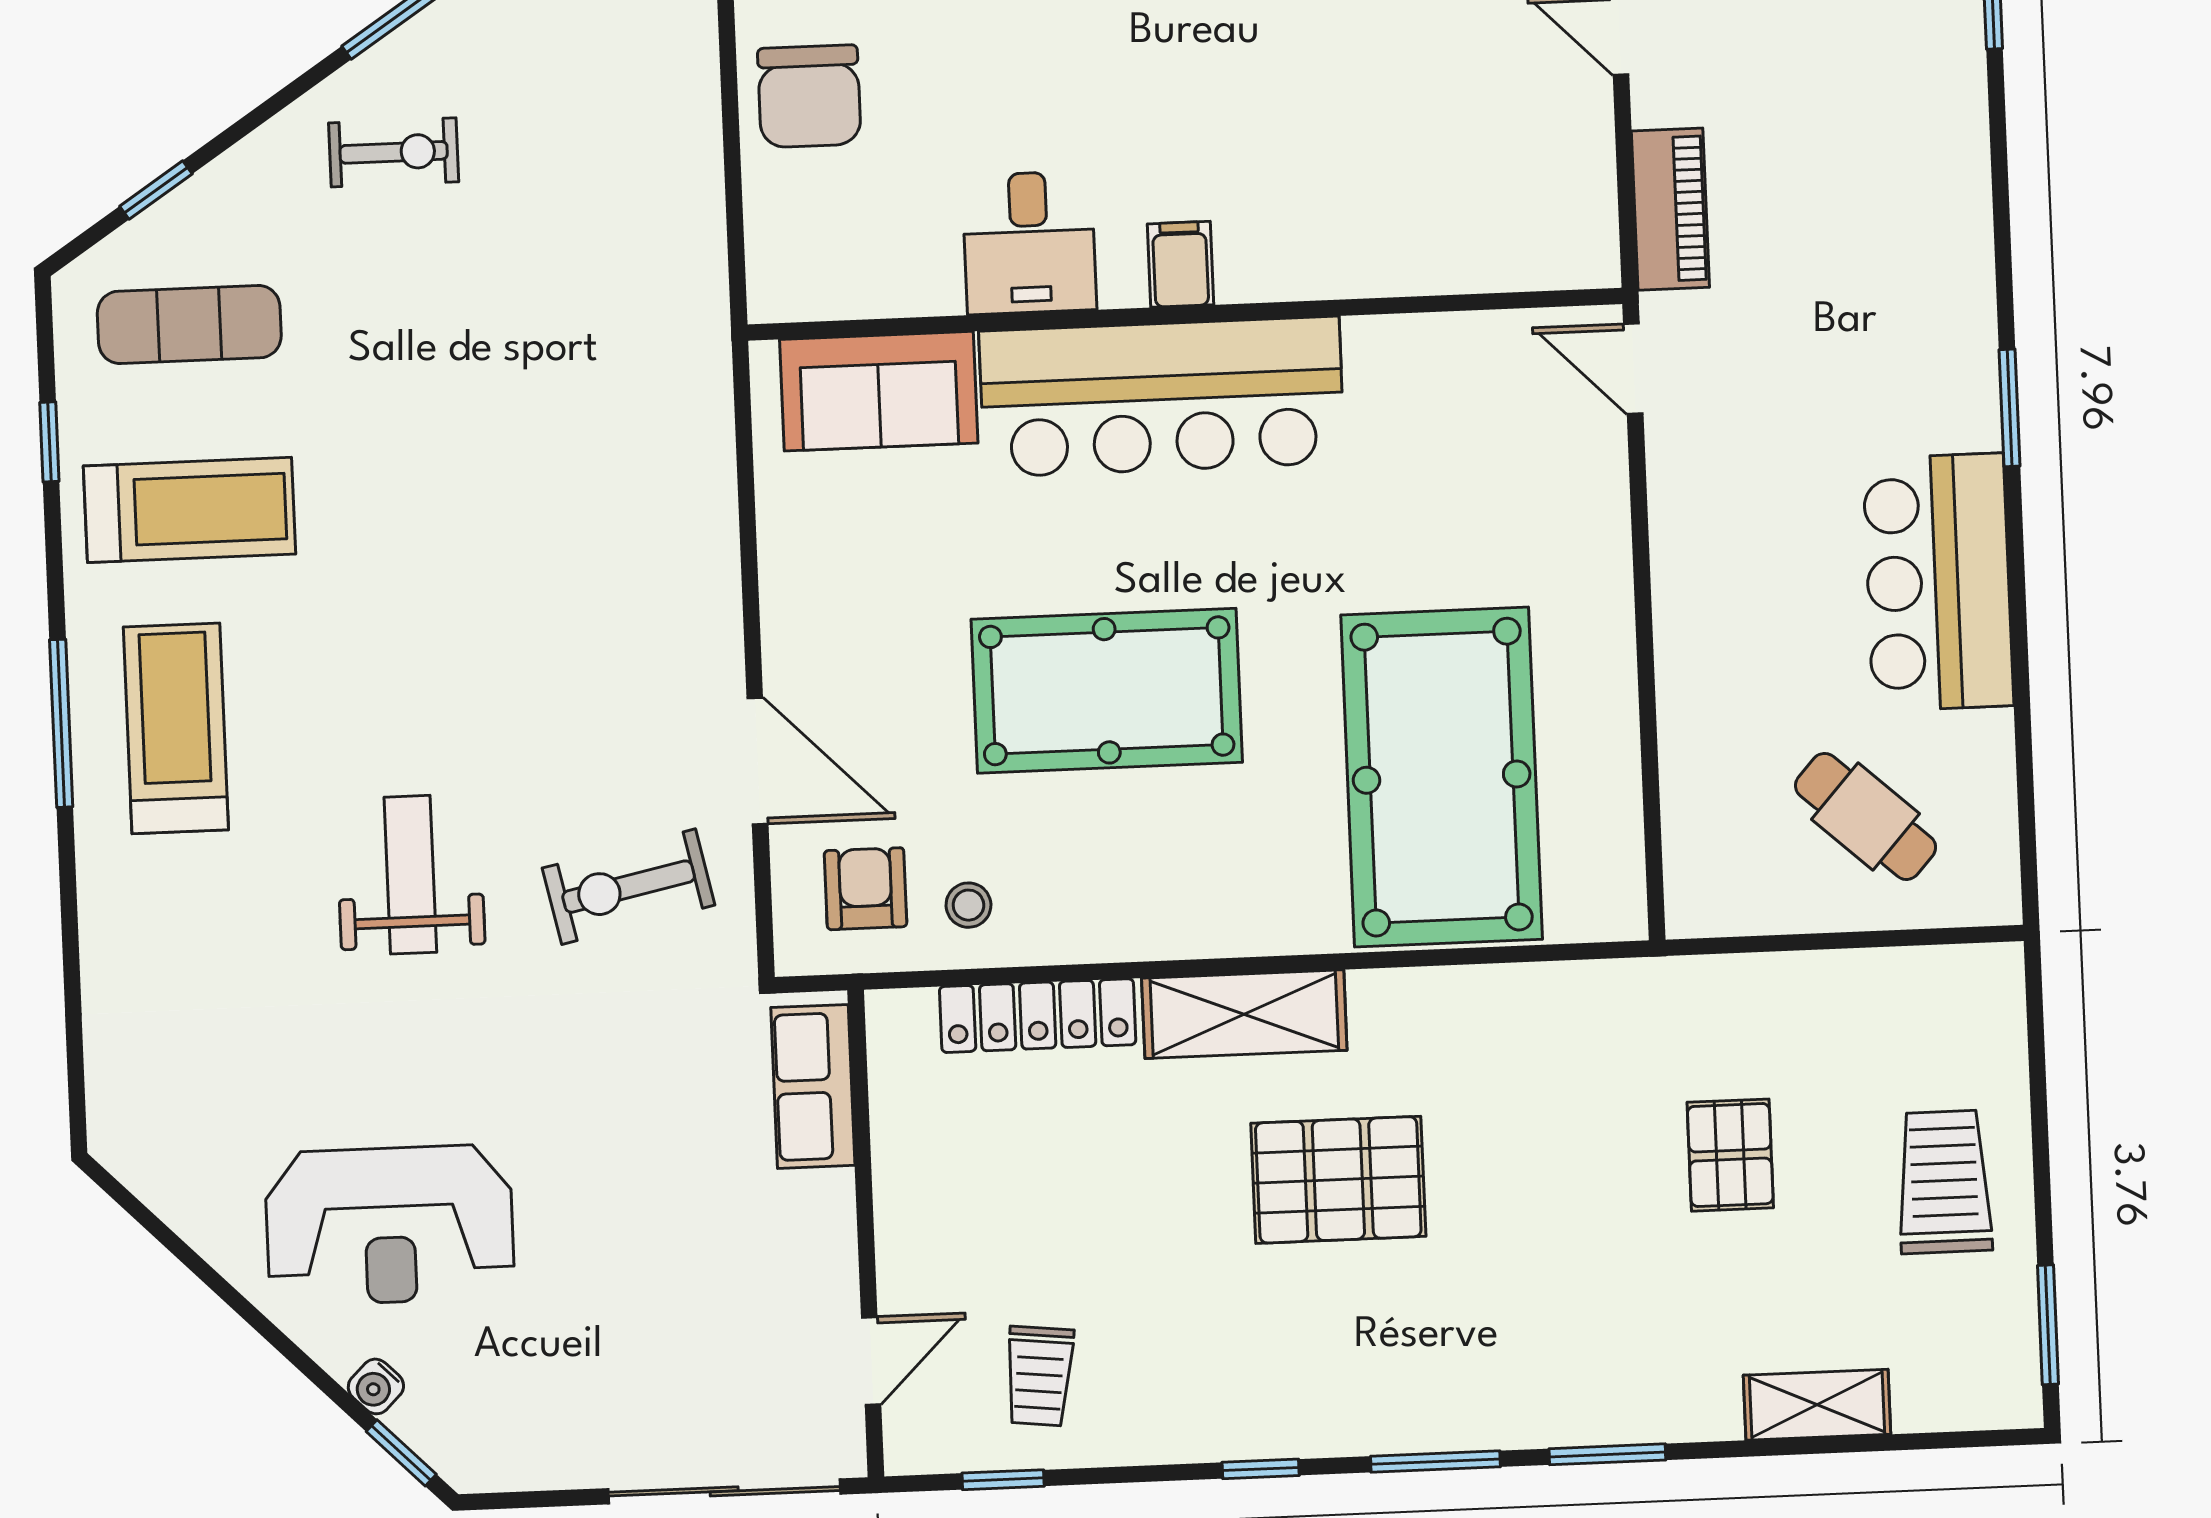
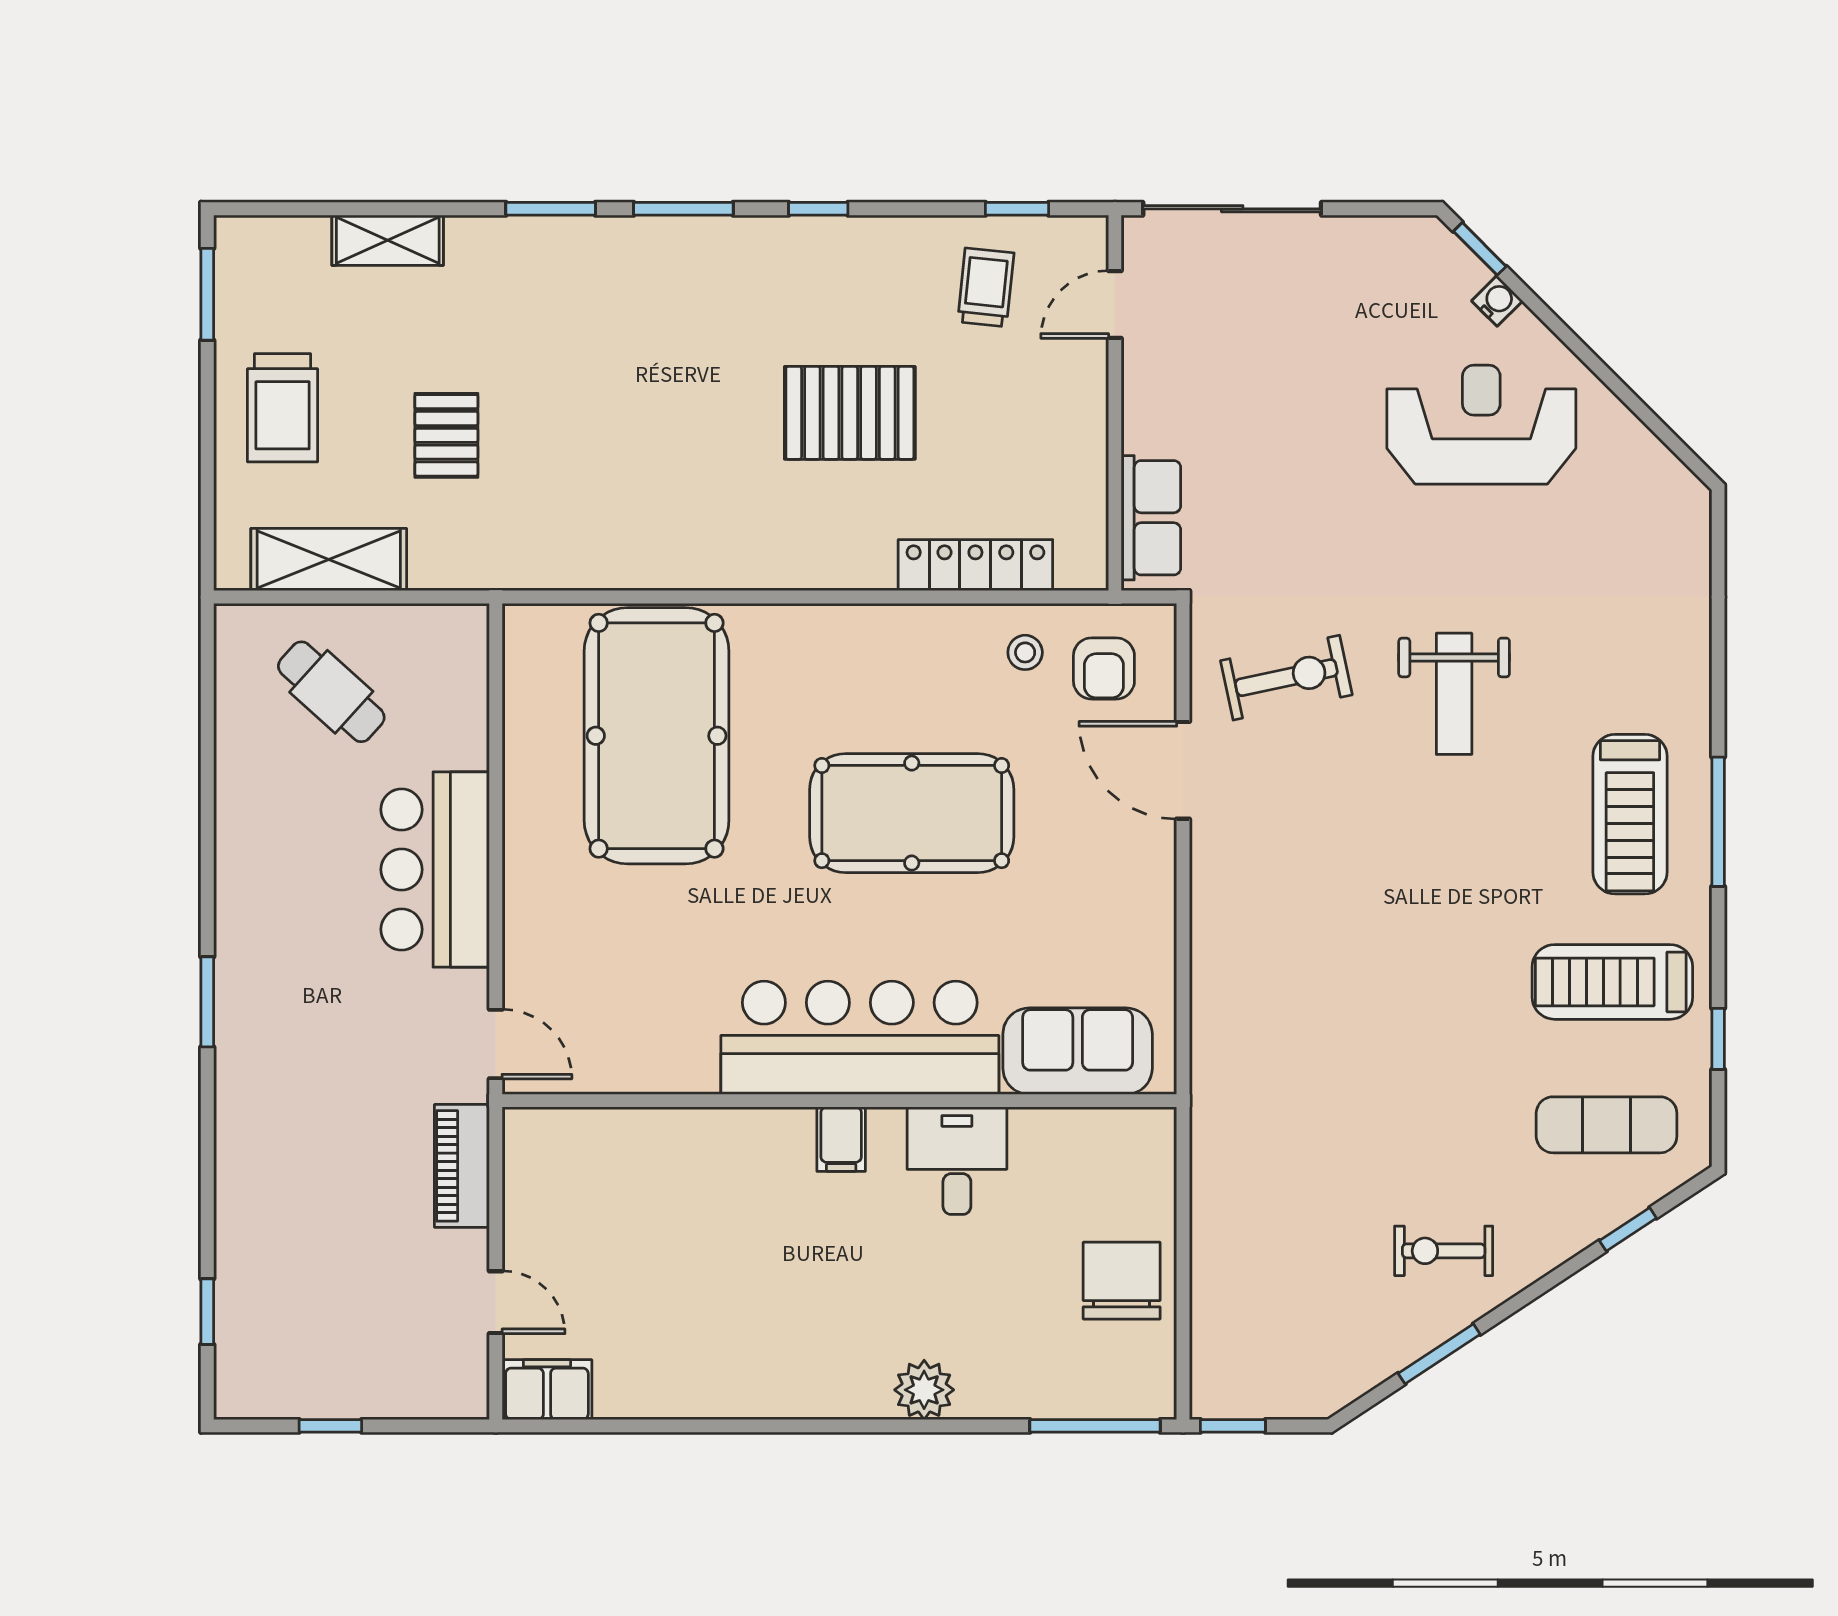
bar counter: (1938, 582) -> (435, 870), moved, turned 180
shelving: (1244, 1014) -> (329, 560), moved
pallet: (1338, 1180) -> (850, 413), moved

